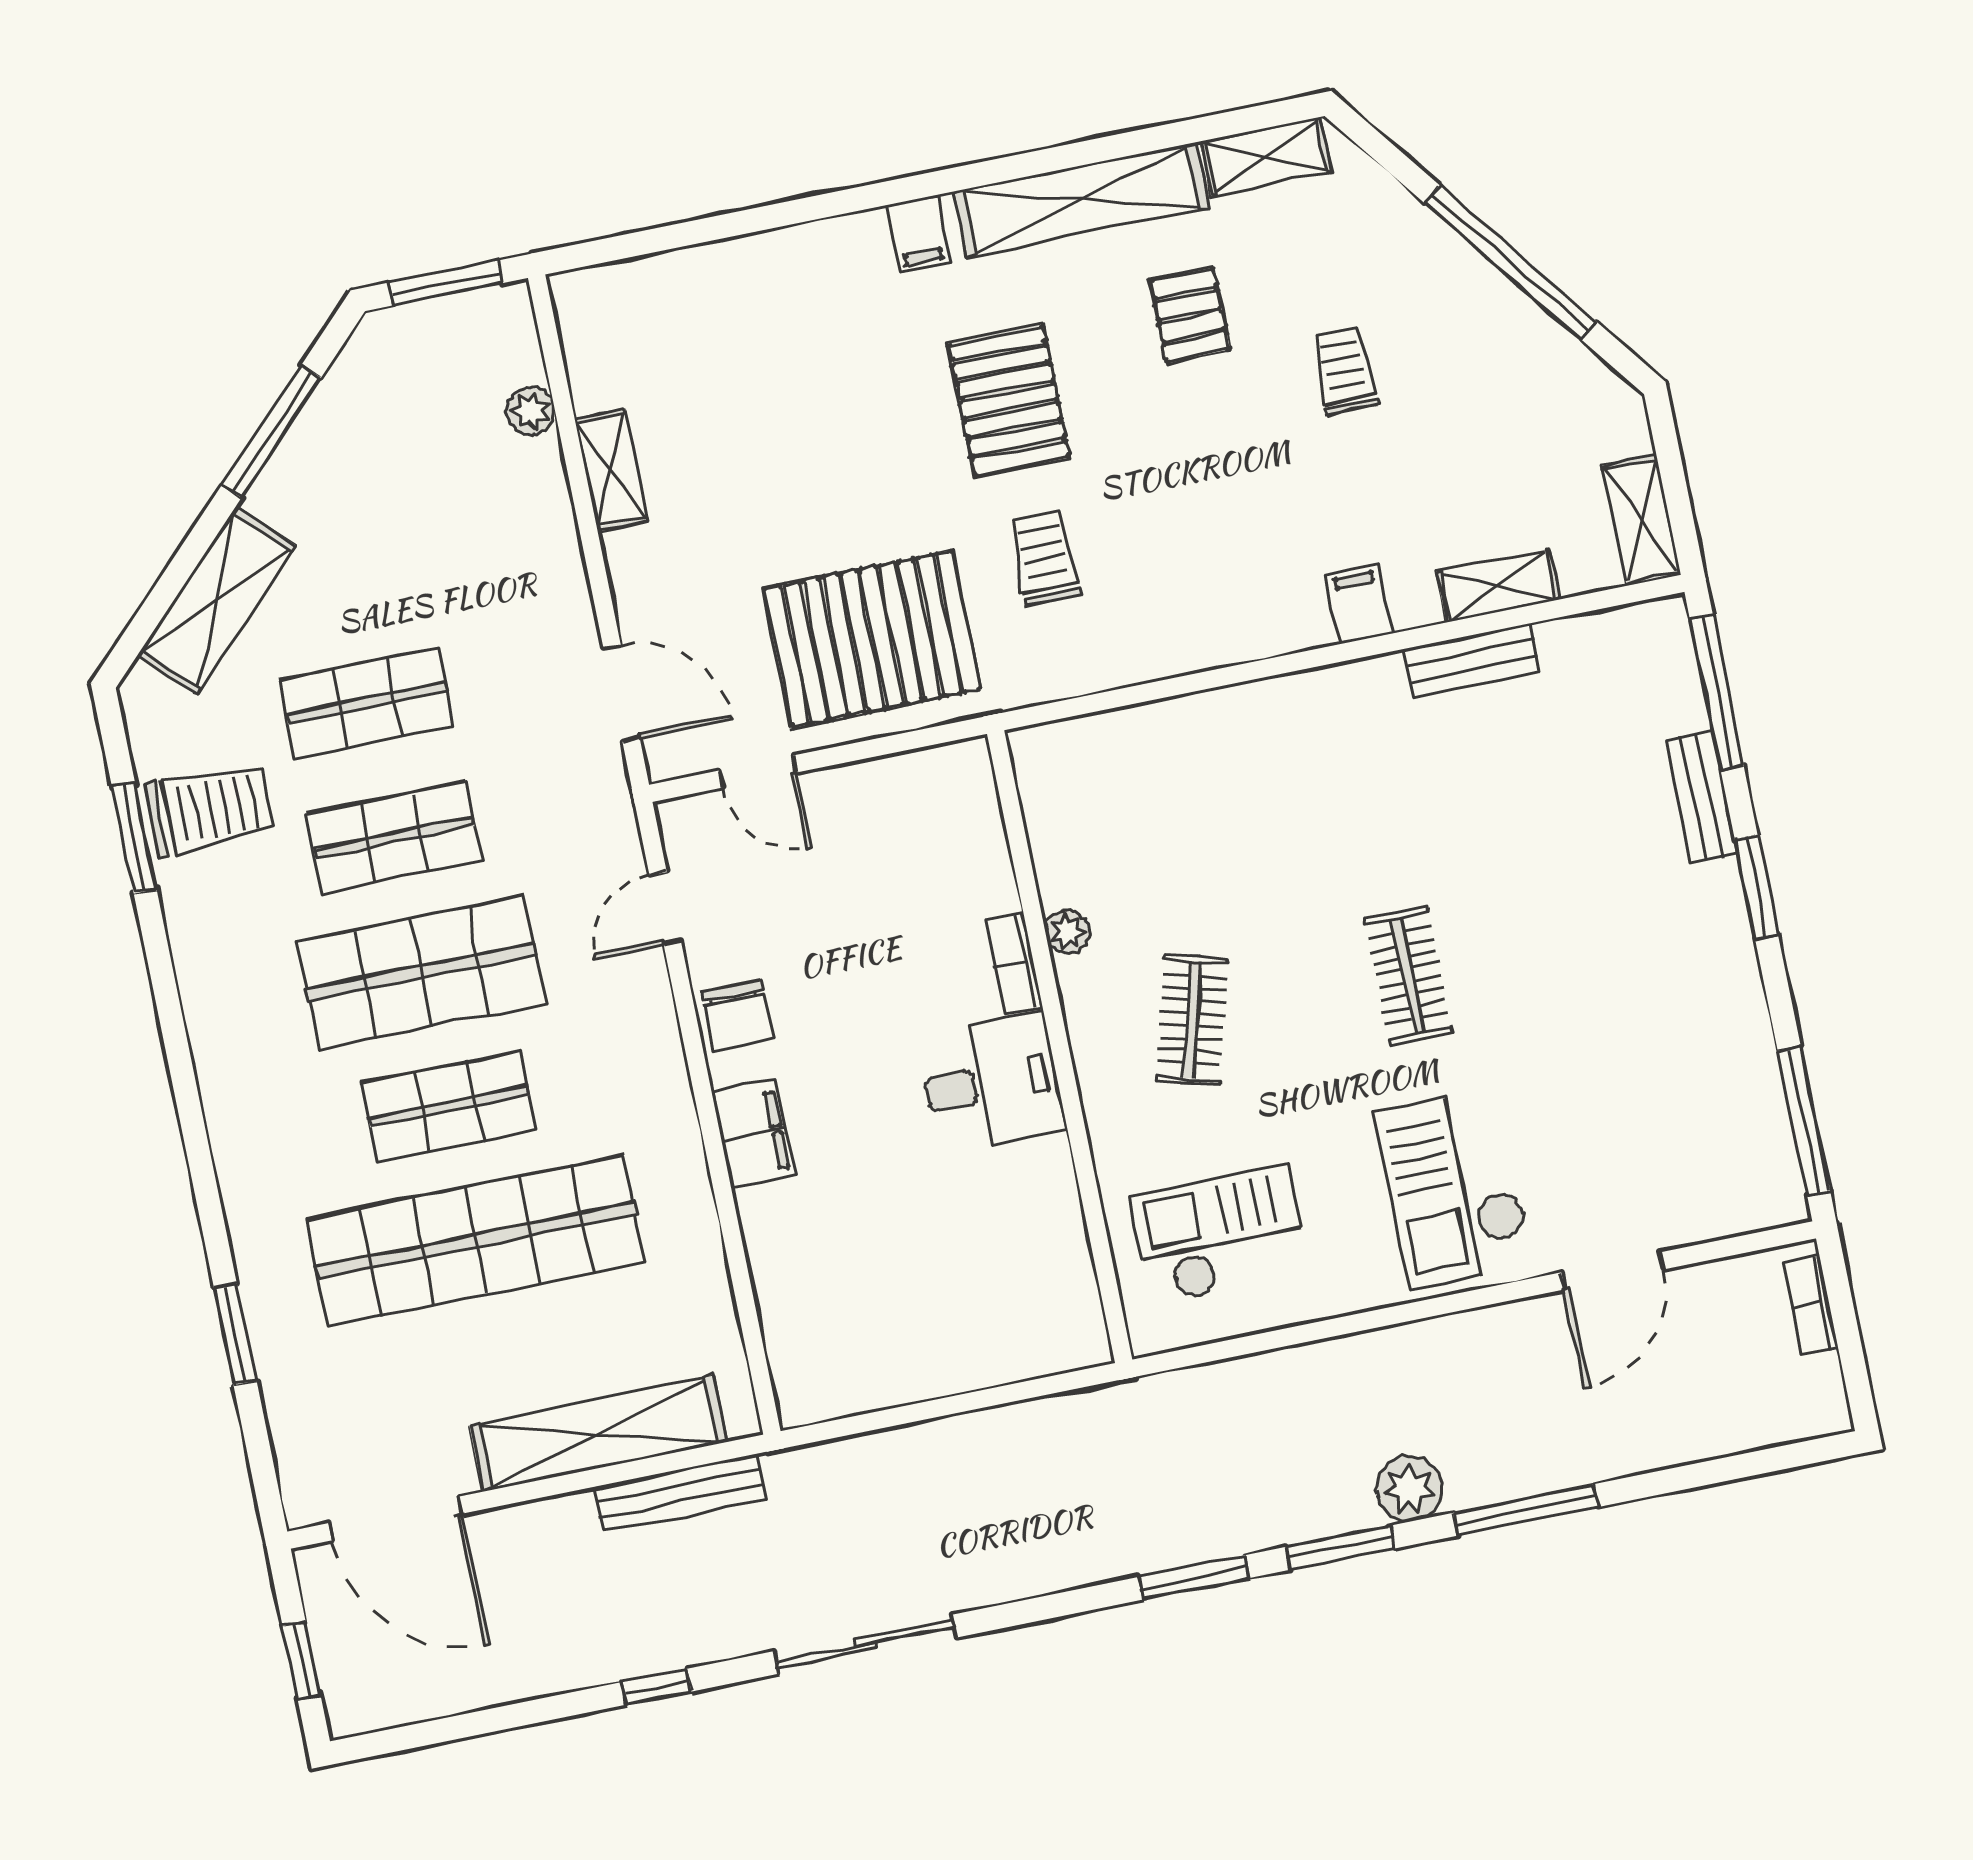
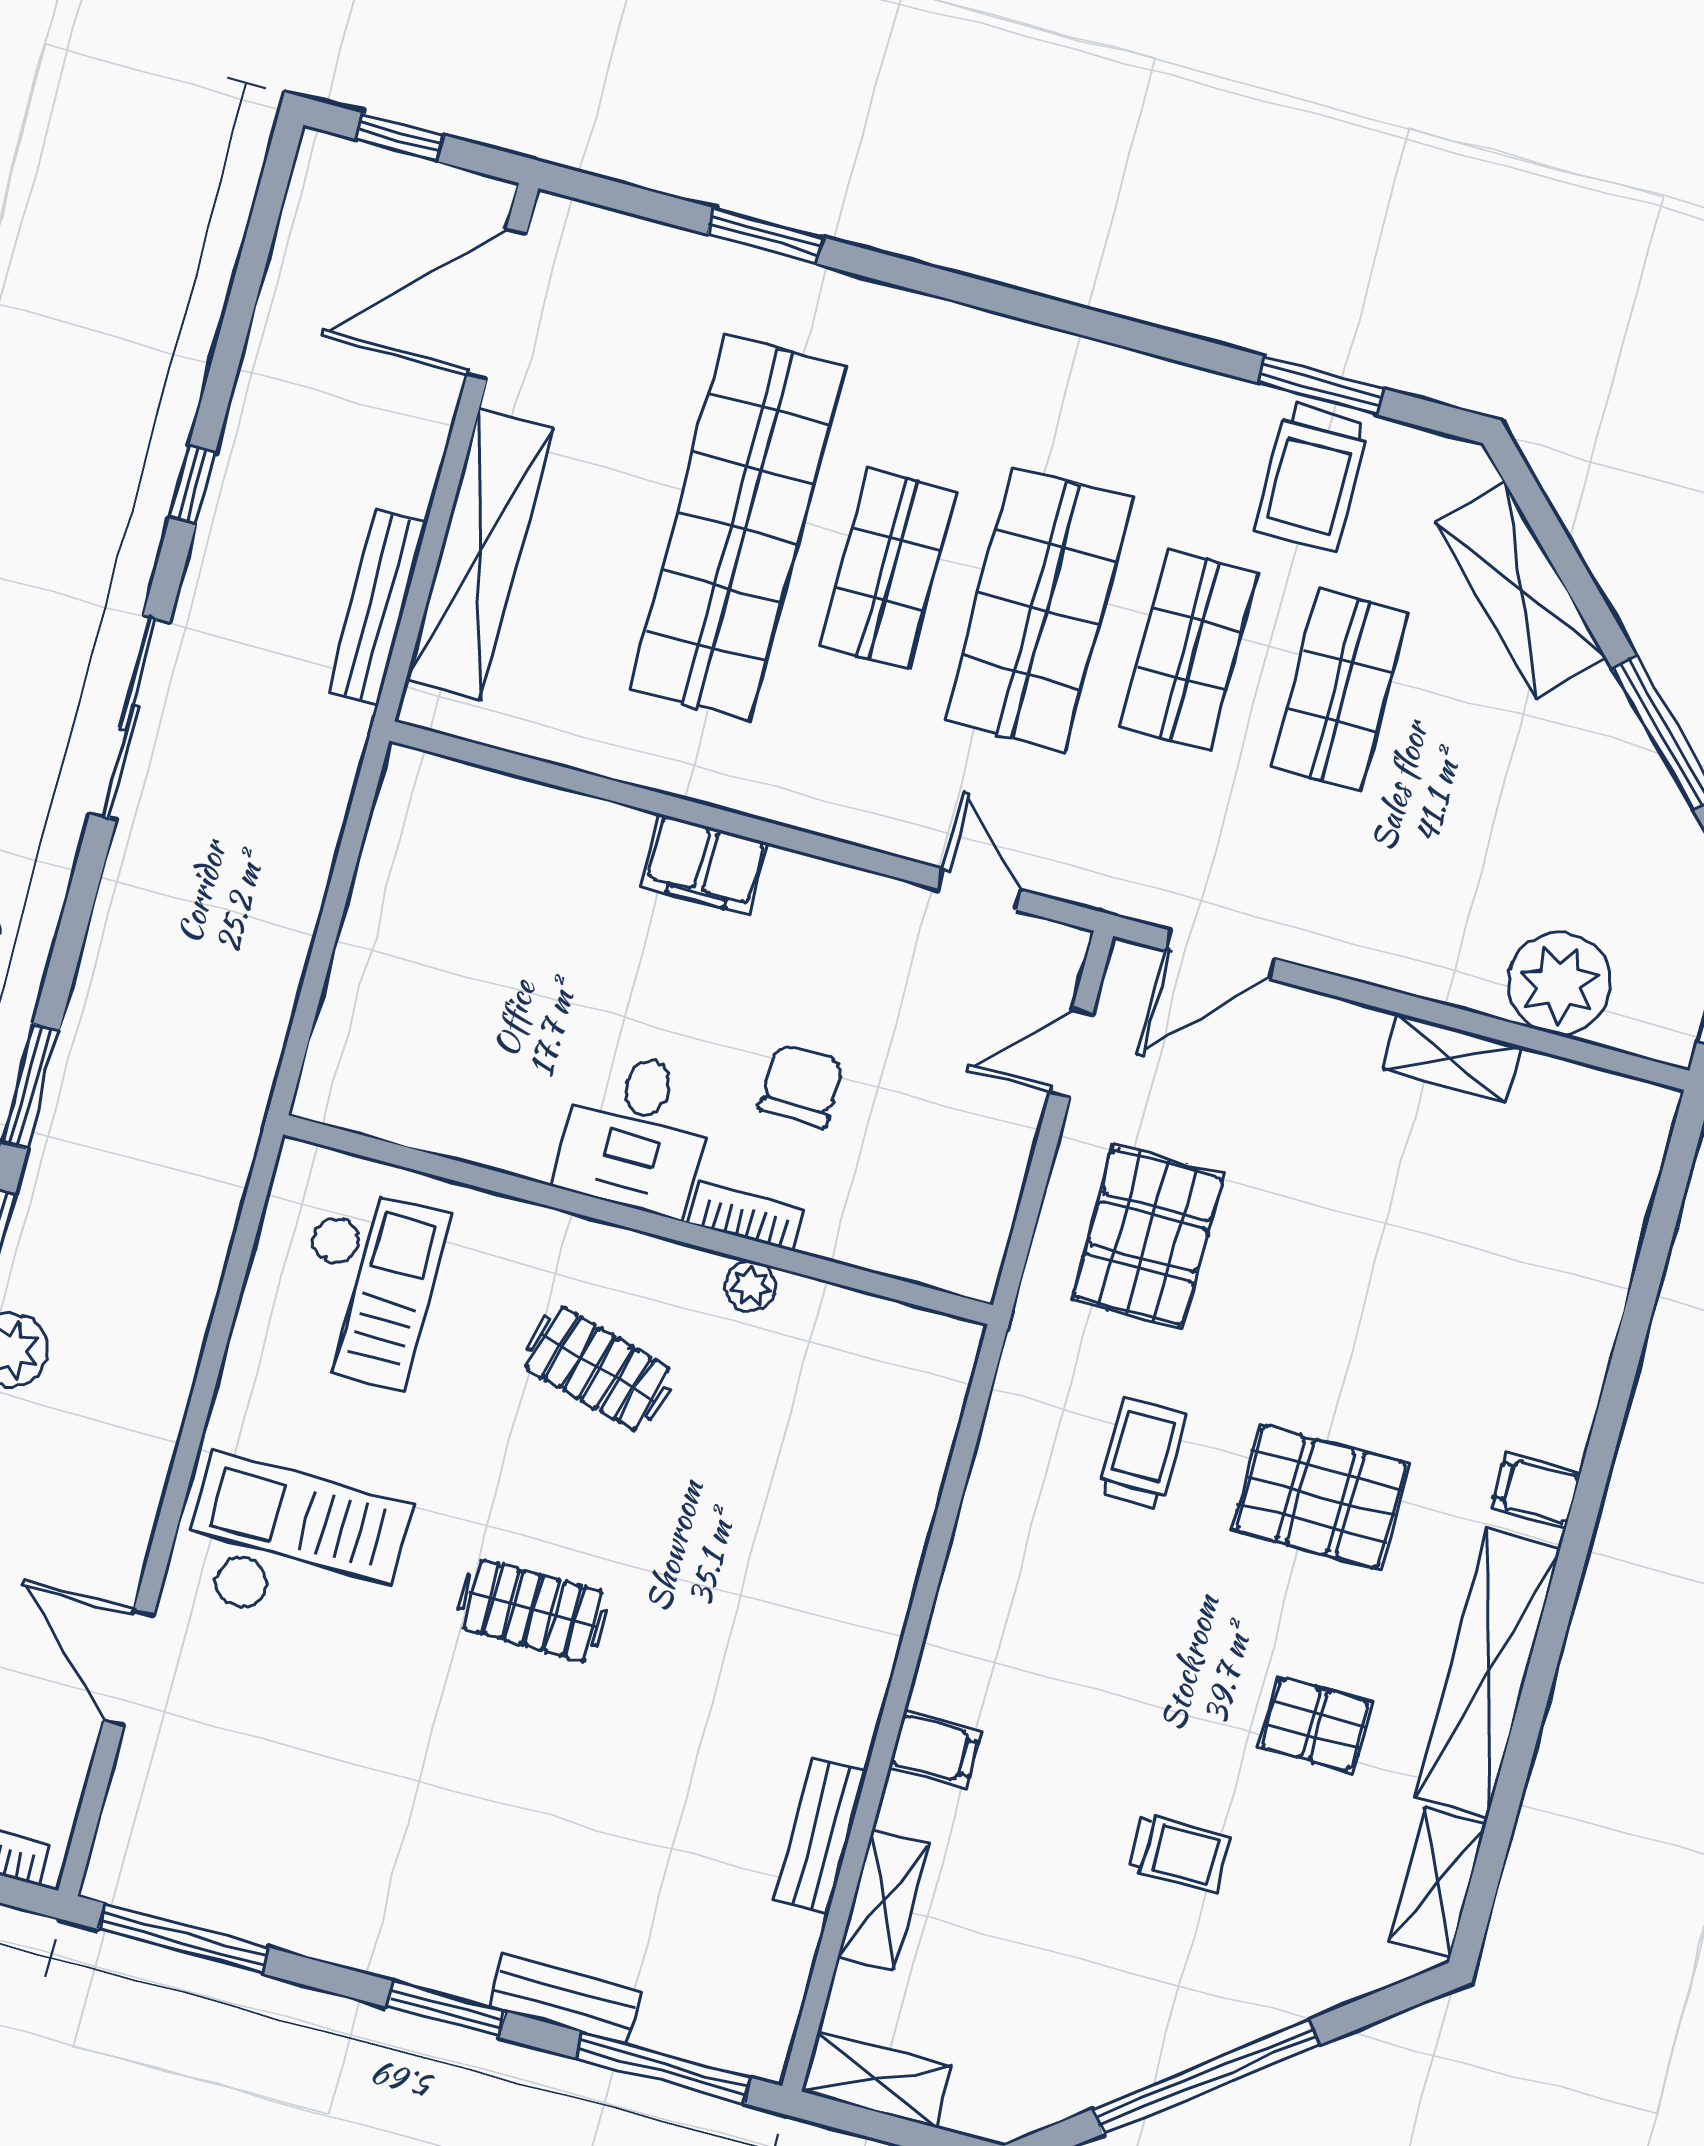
plant: (531, 411) -> (1559, 983), width x1.88, depth x1.88
trolley: (1044, 558) -> (1142, 1453), turned -90
pallet: (872, 639) -> (1148, 1237), width x0.73, depth x0.71
chair: (737, 1015) -> (801, 1086), moved, turned 90

